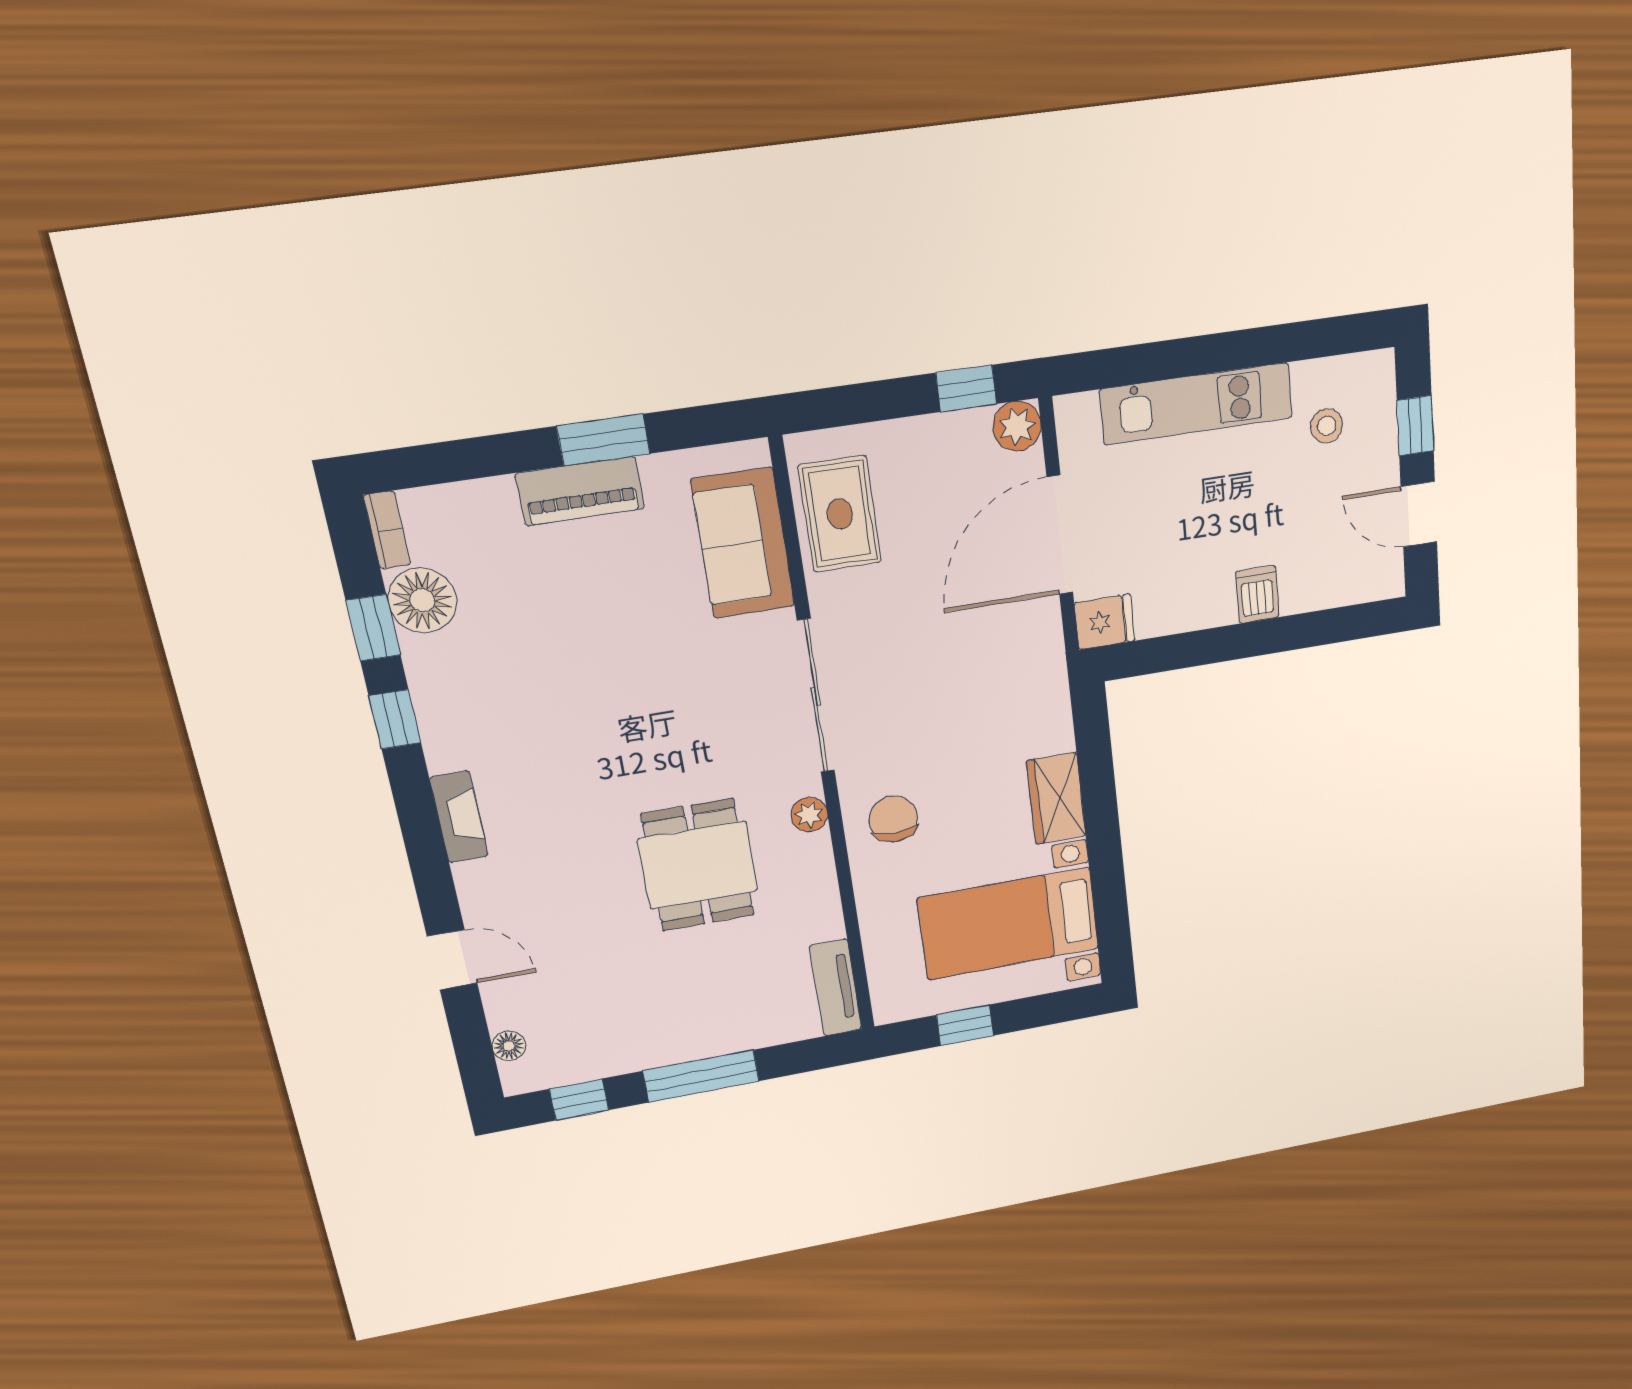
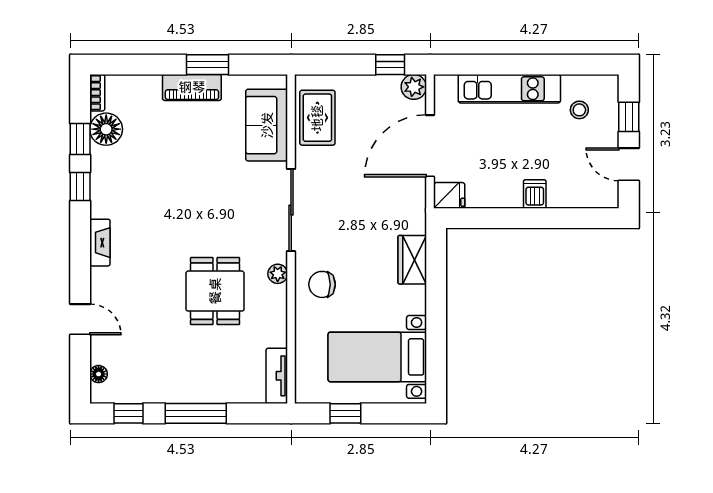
wardrobe: (1056, 799) -> (412, 260), moved
chair: (893, 819) -> (322, 284), turned -90

